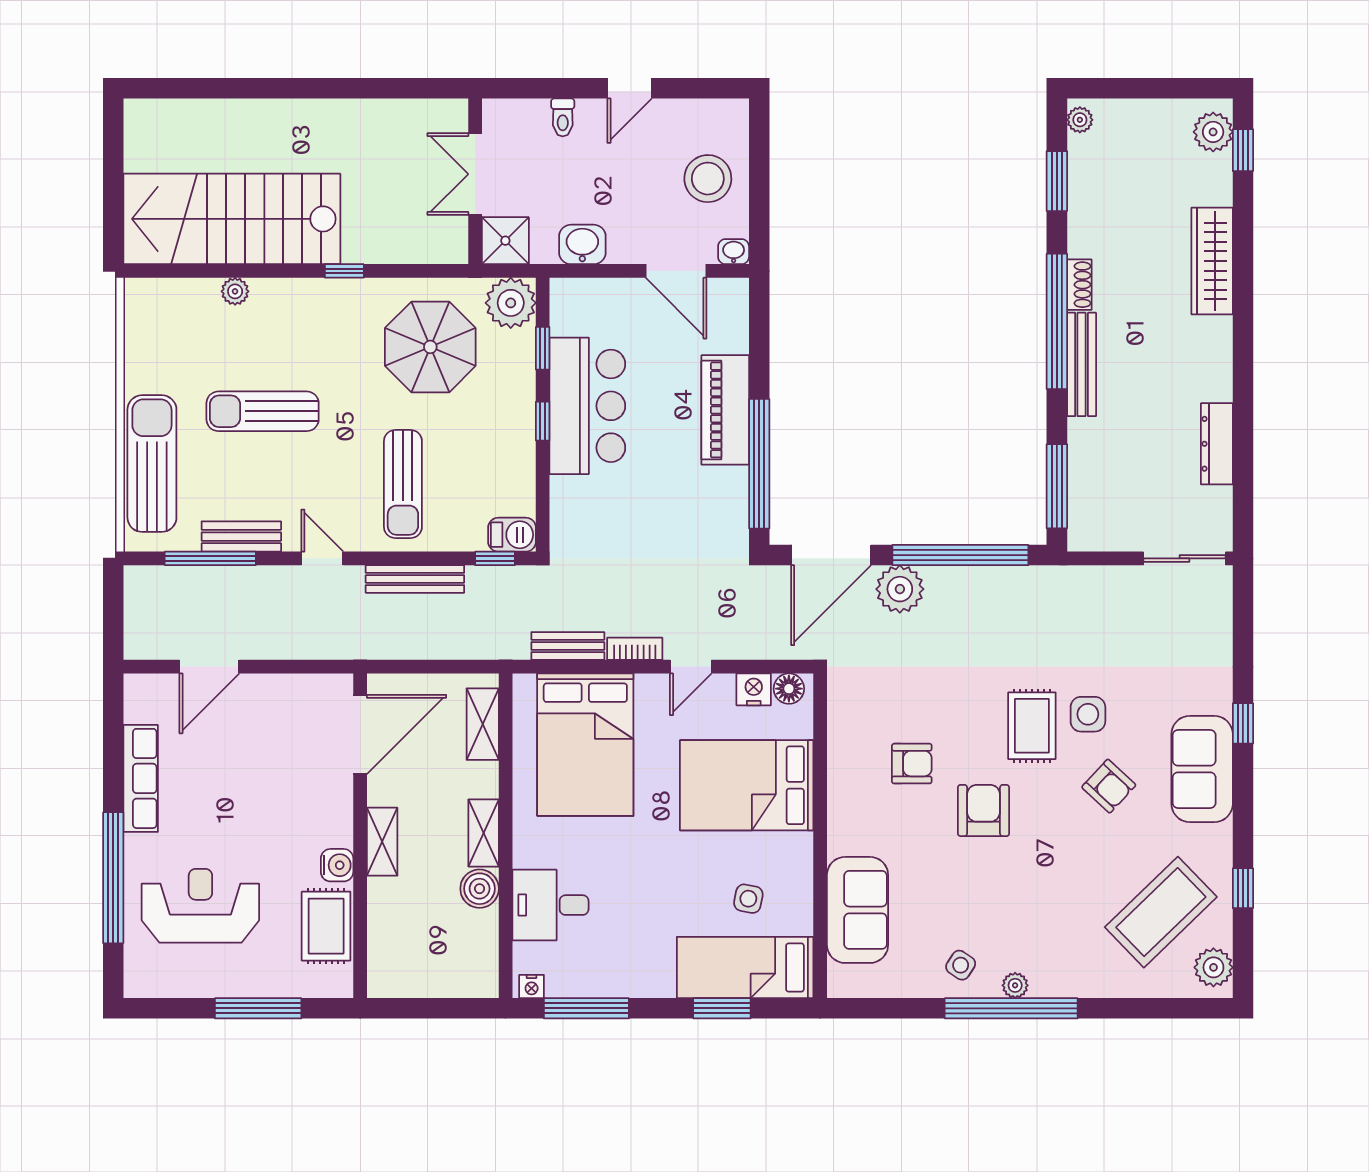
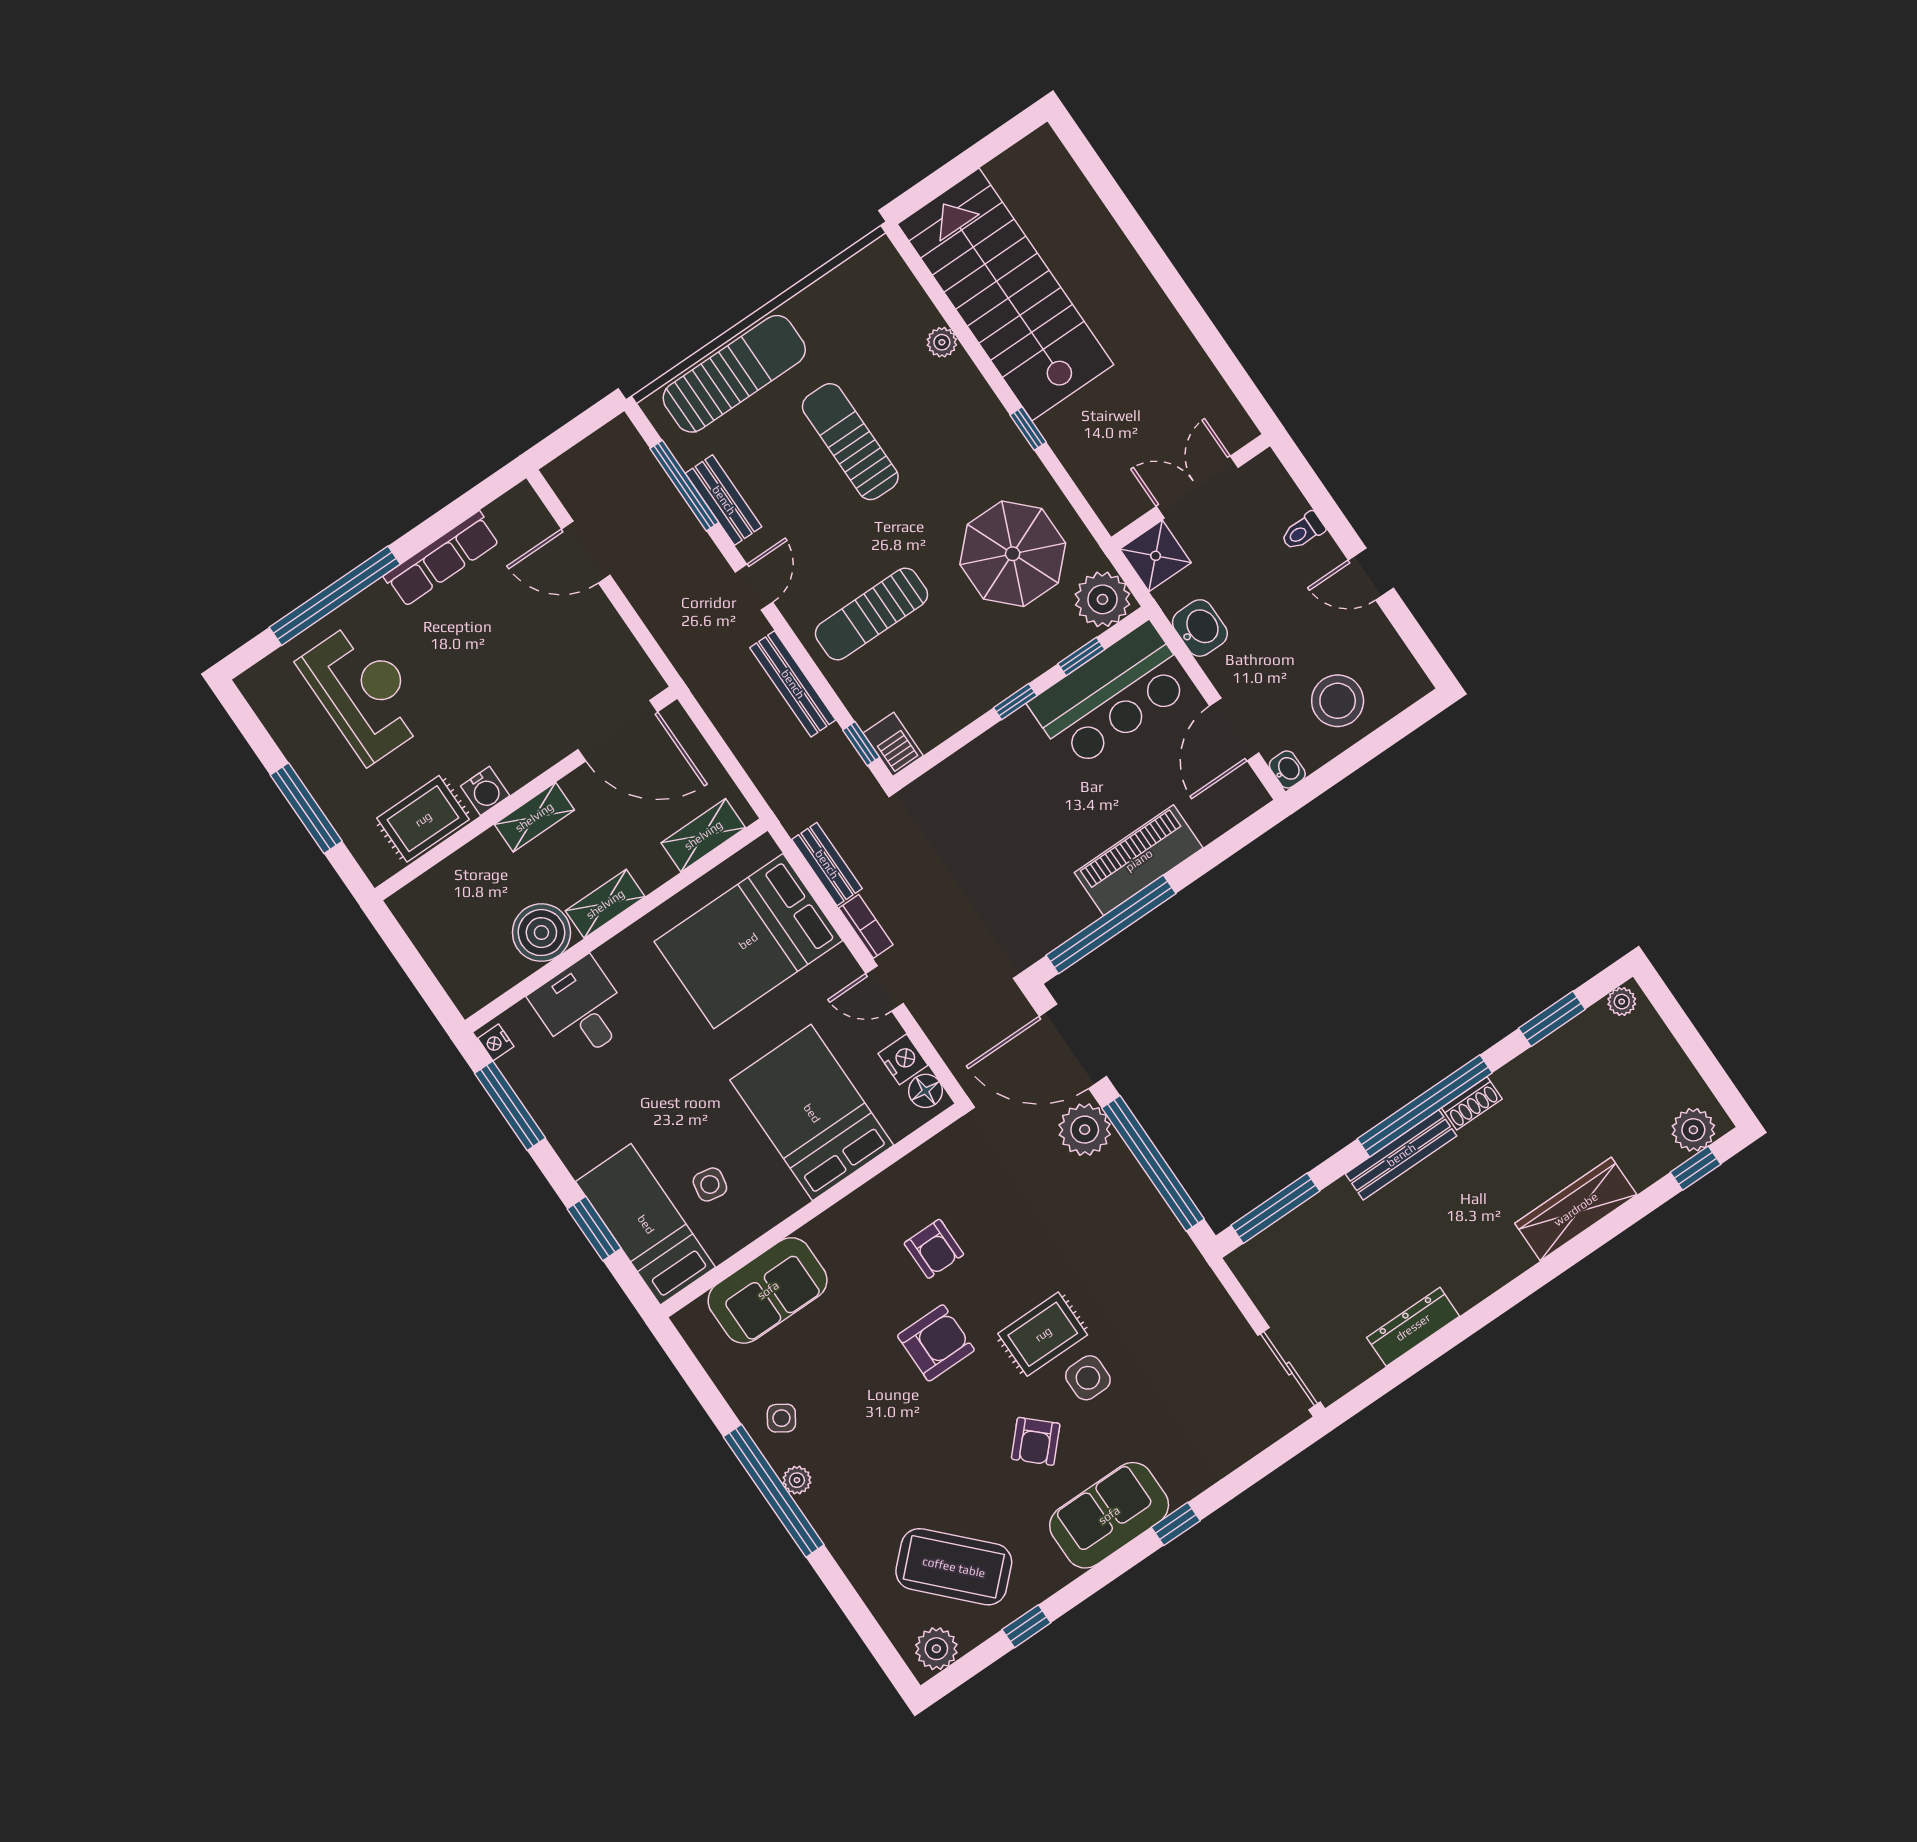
bar counter: (587, 406) -> (1111, 695), moved
boiler: (480, 889) -> (541, 933), width x1.37, depth x1.37

